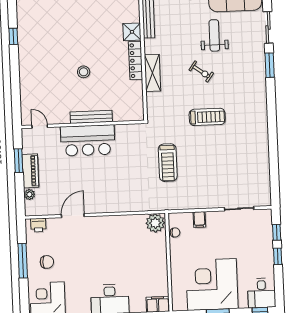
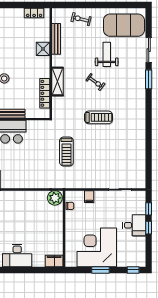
locker: (136, 61) -> (45, 93), moved
desk: (262, 293) -> (134, 225), moved, turned -90

